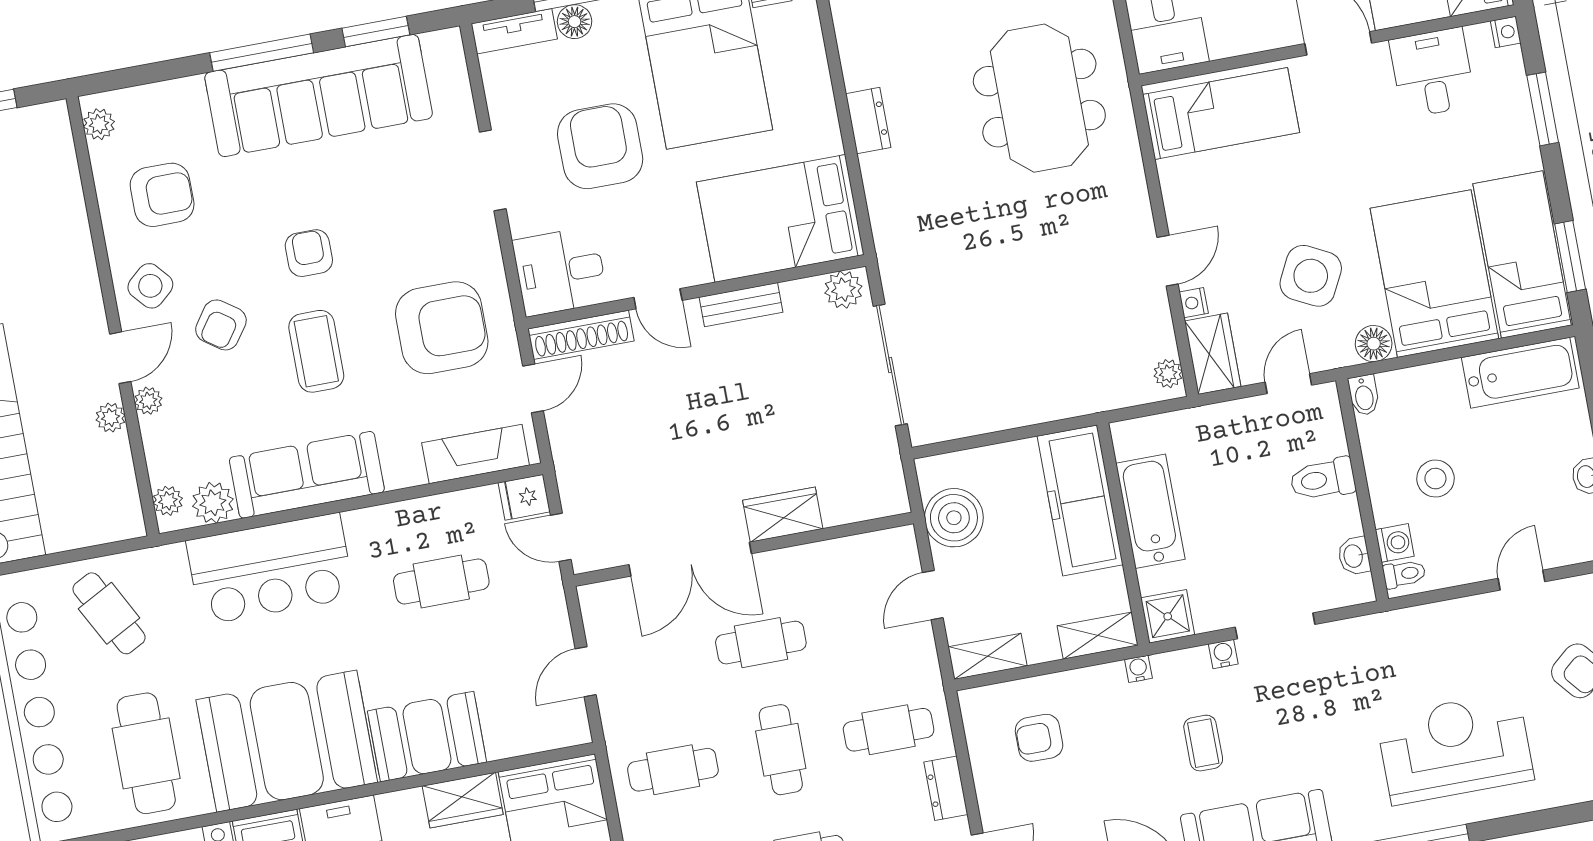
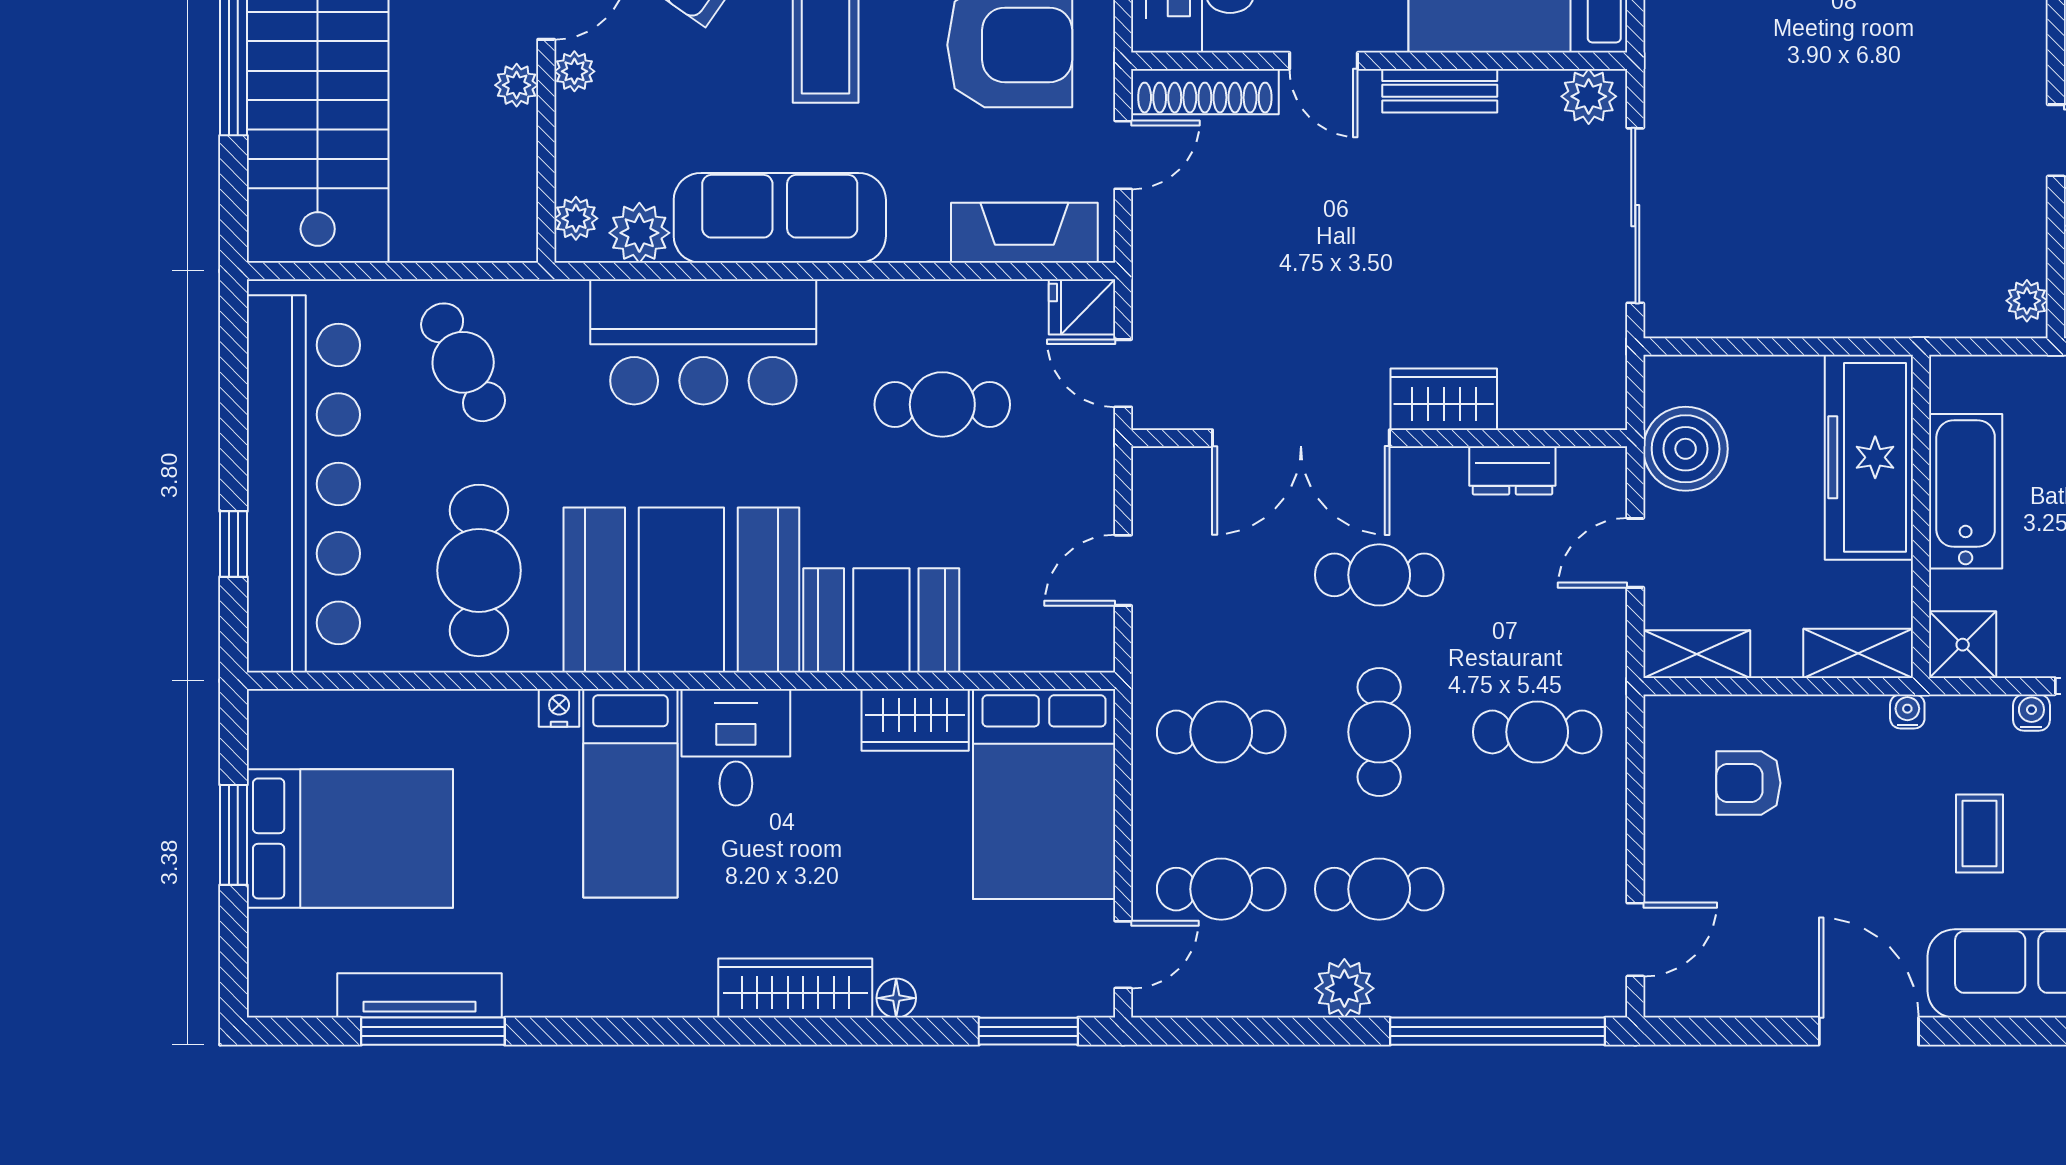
dresser: (946, 788) -> (1512, 470), moved, turned -90

